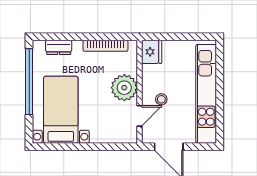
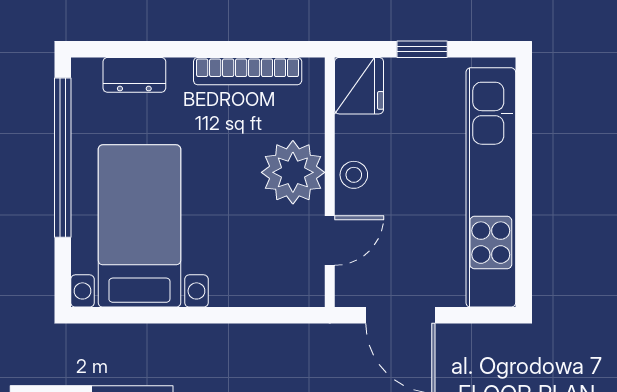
window: (178, 37) -> (422, 49), added
stool: (161, 99) -> (354, 175), moved

